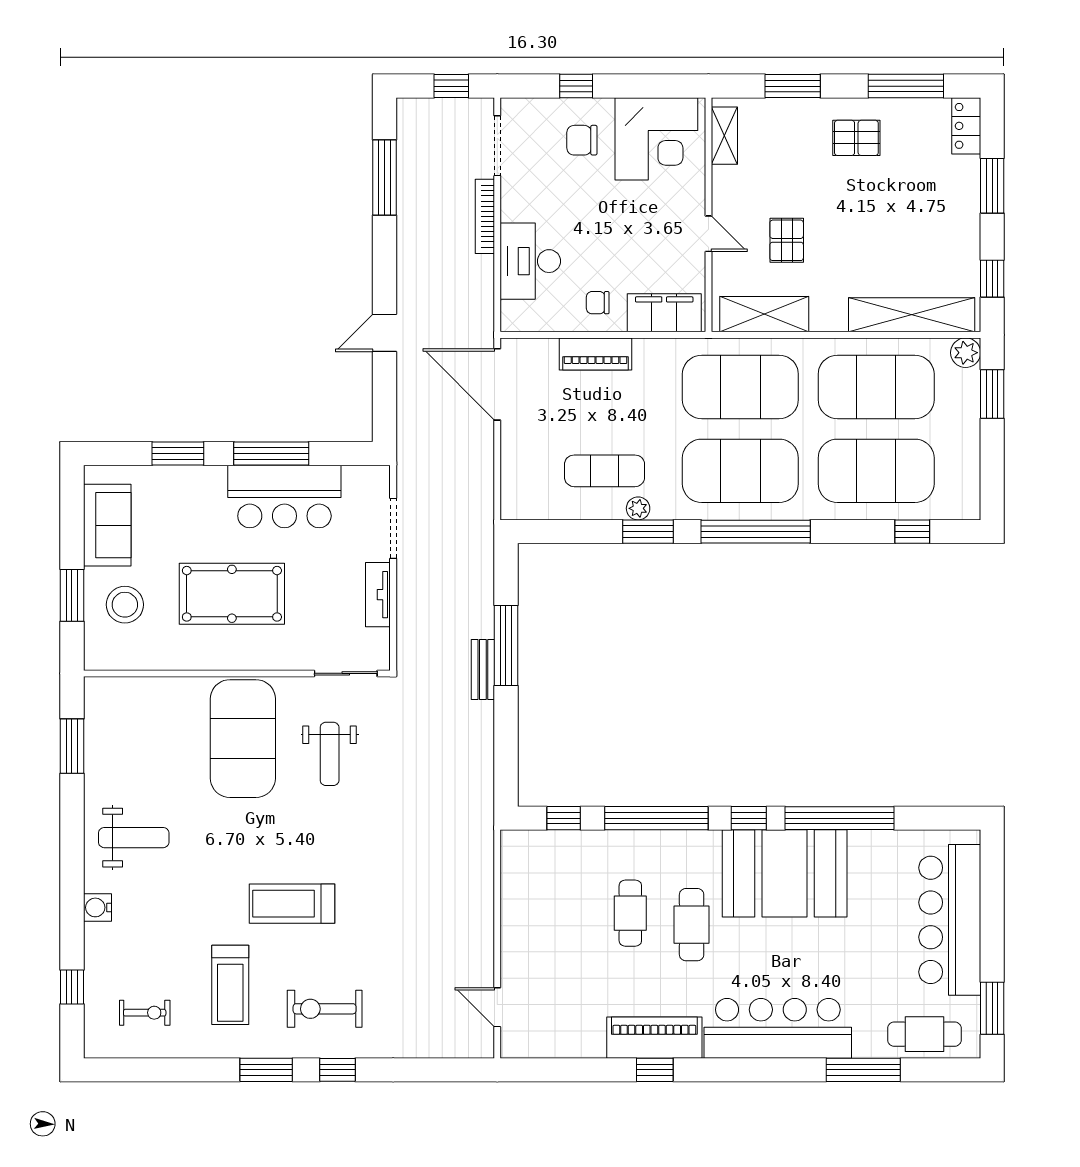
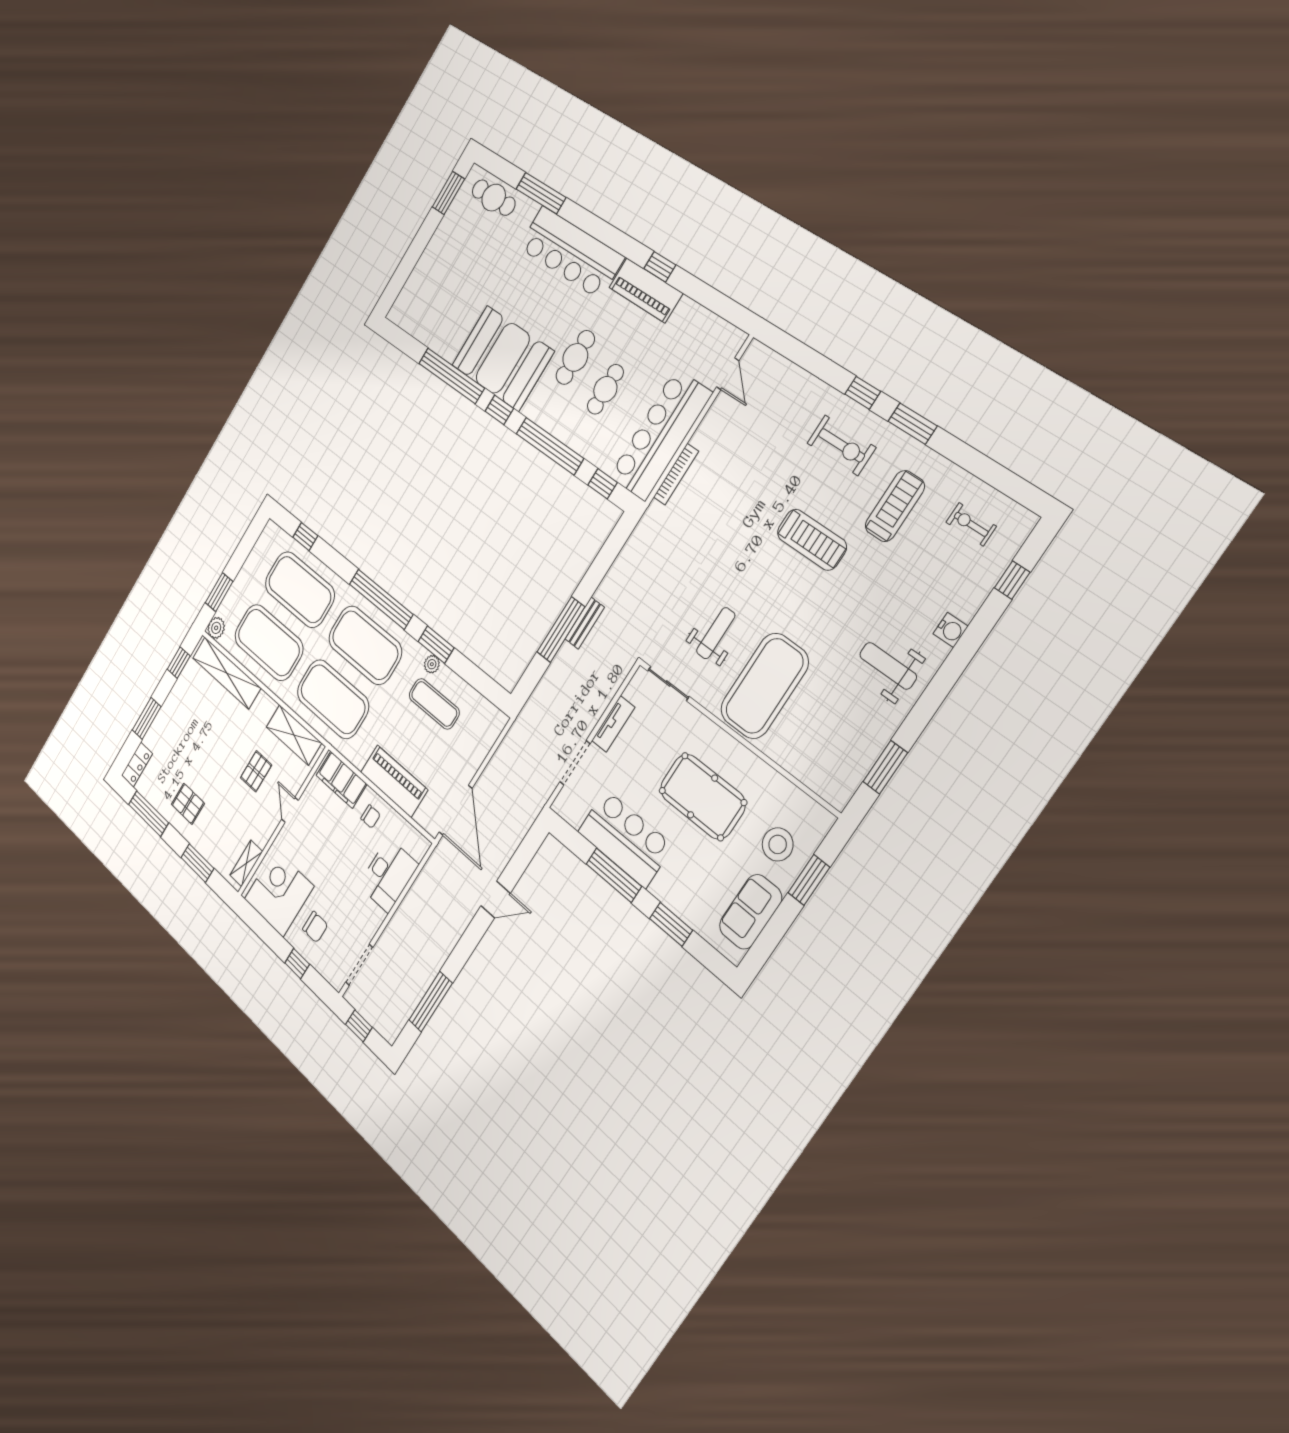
bookcase: (485, 216) -> (676, 474), moved
piano: (596, 354) -> (394, 781), width x1.37, depth x1.33
bar counter: (950, 920) -> (661, 435), moved, turned 180

